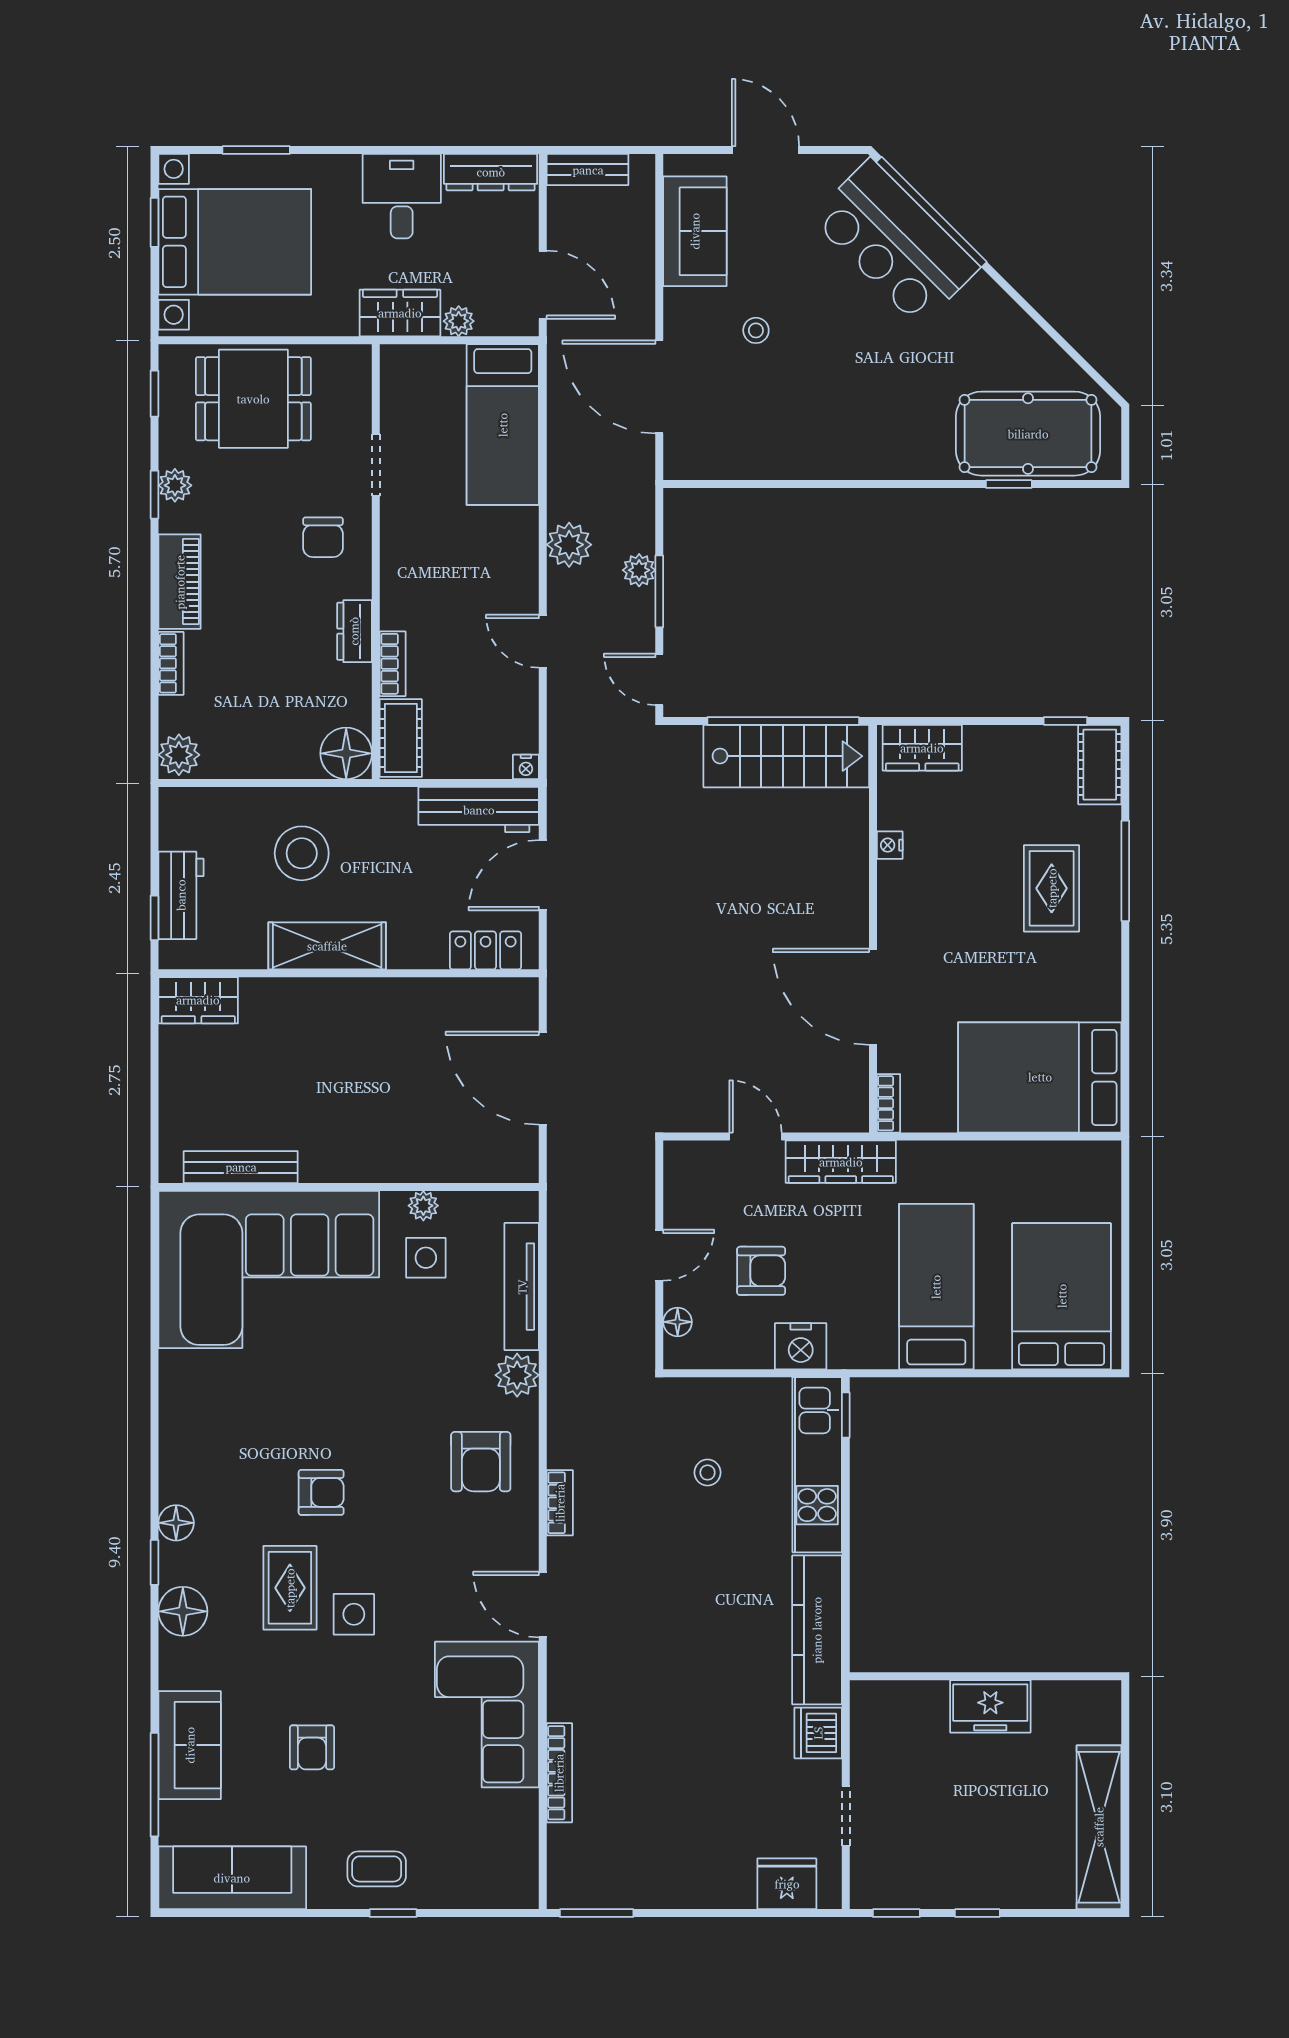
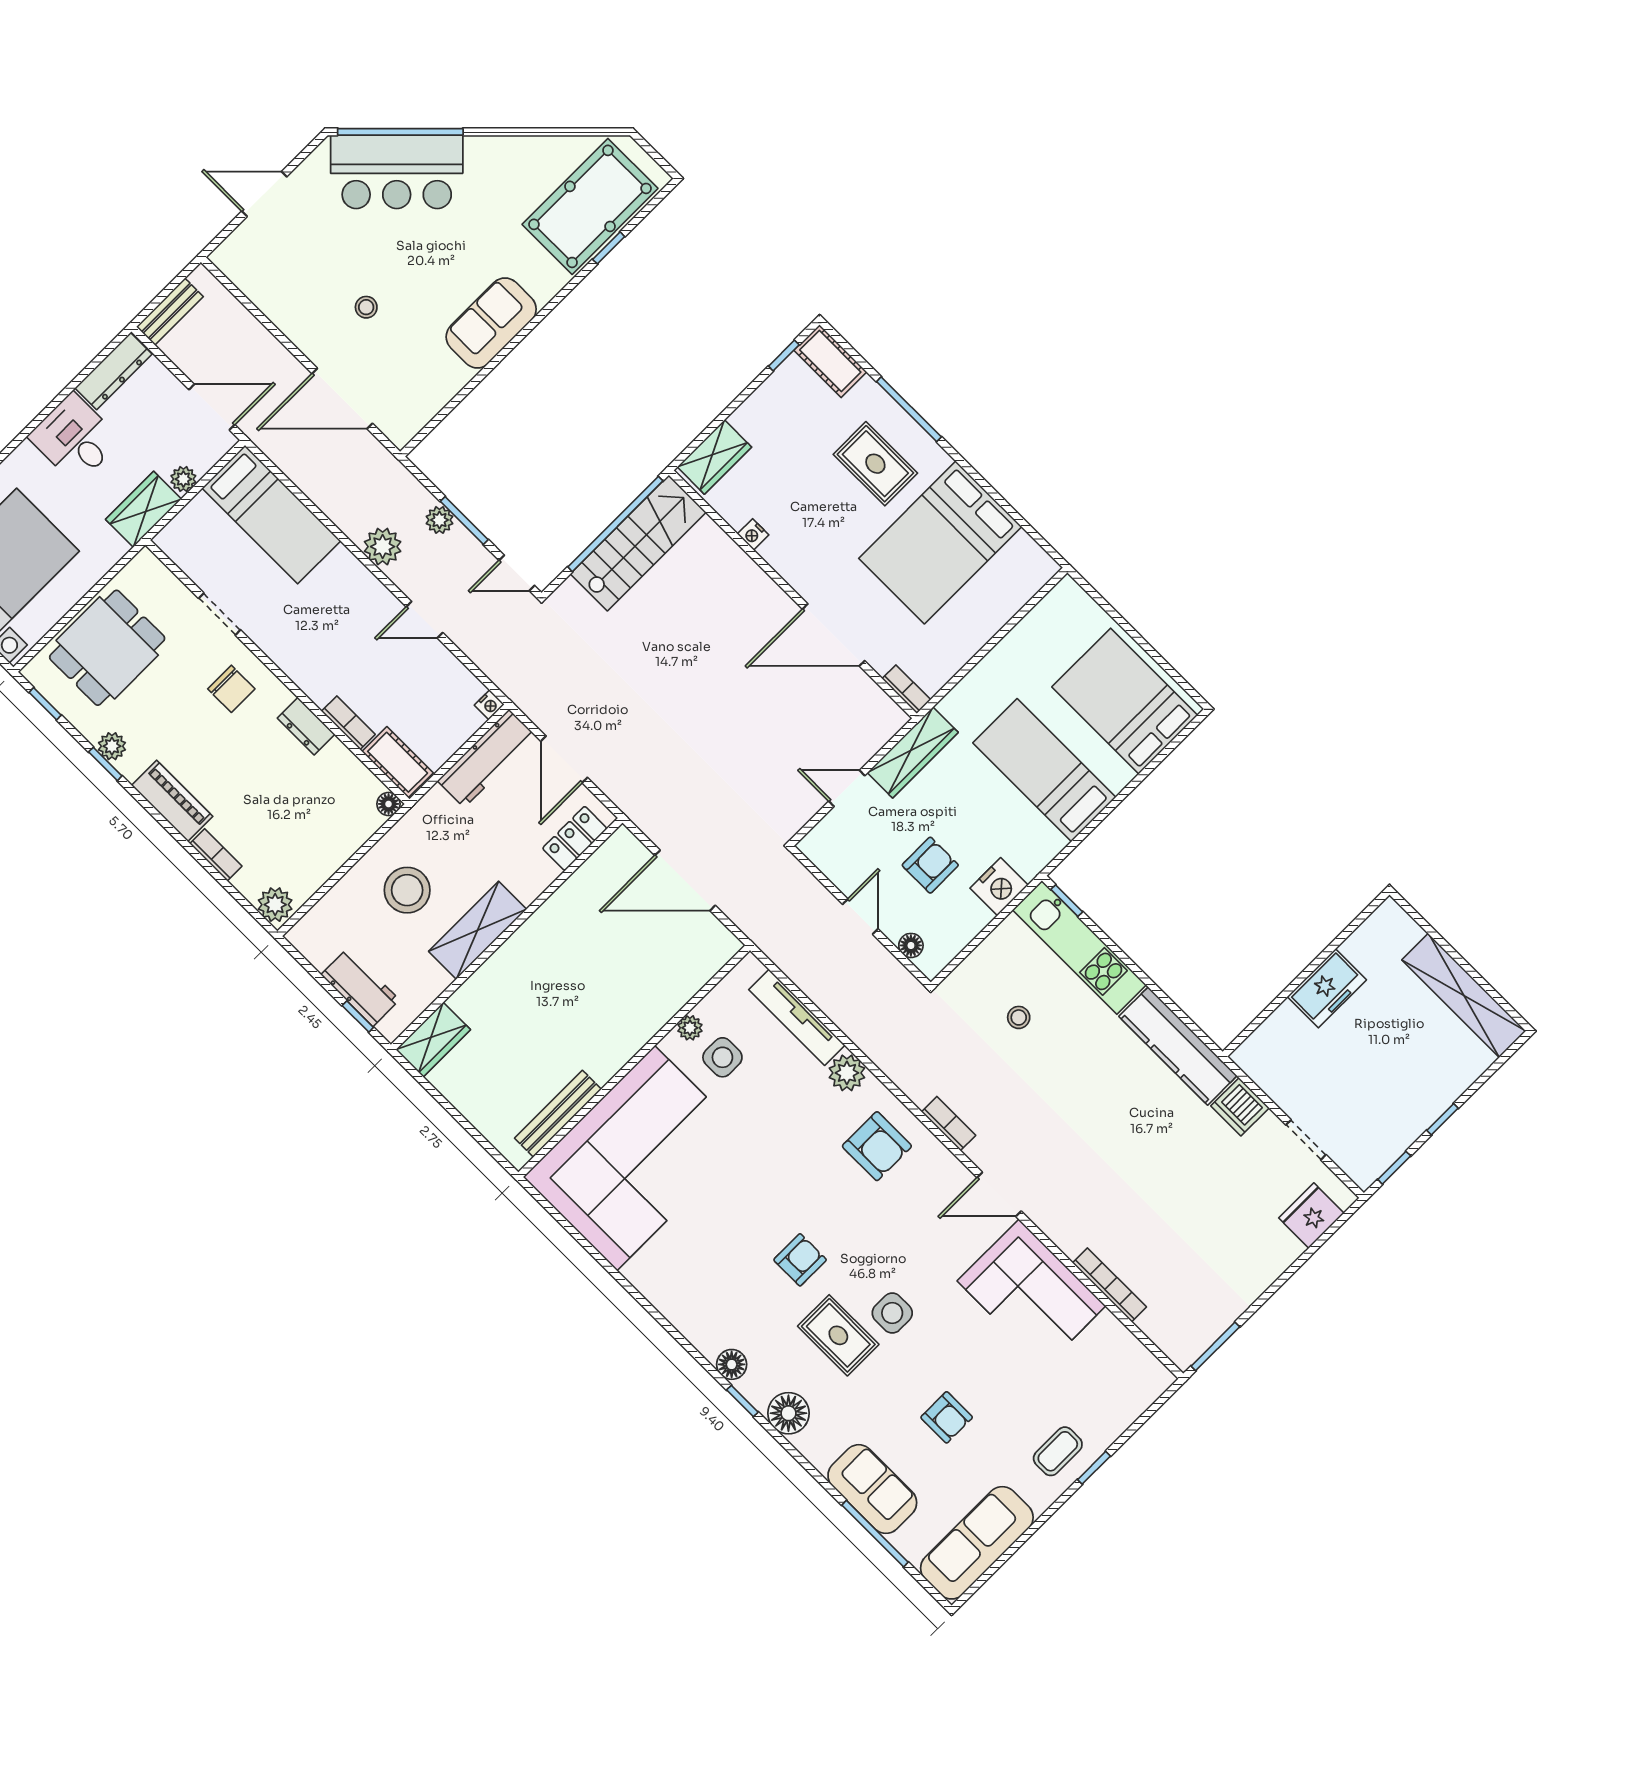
sofa: (695, 231) -> (491, 323), moved, turned -90
floor lamp: (346, 753) -> (389, 804), width x0.53, depth x0.53
bed: (1040, 1077) -> (940, 542), moved

